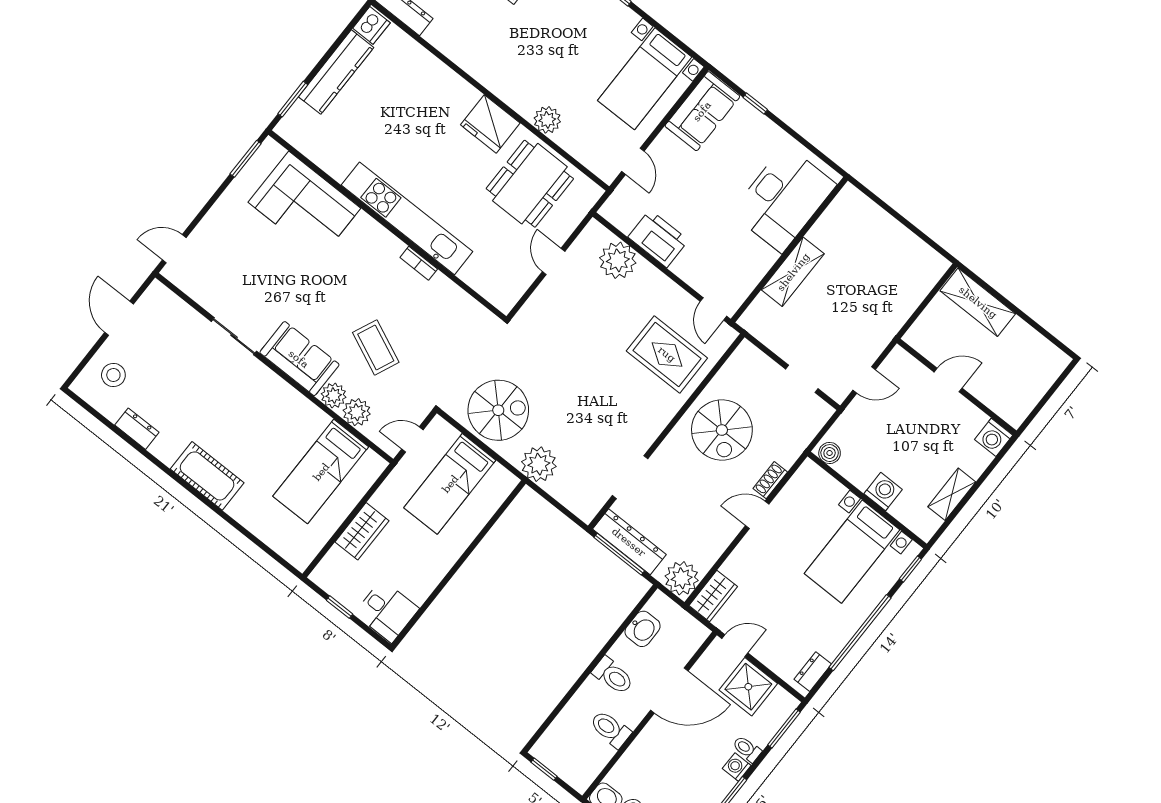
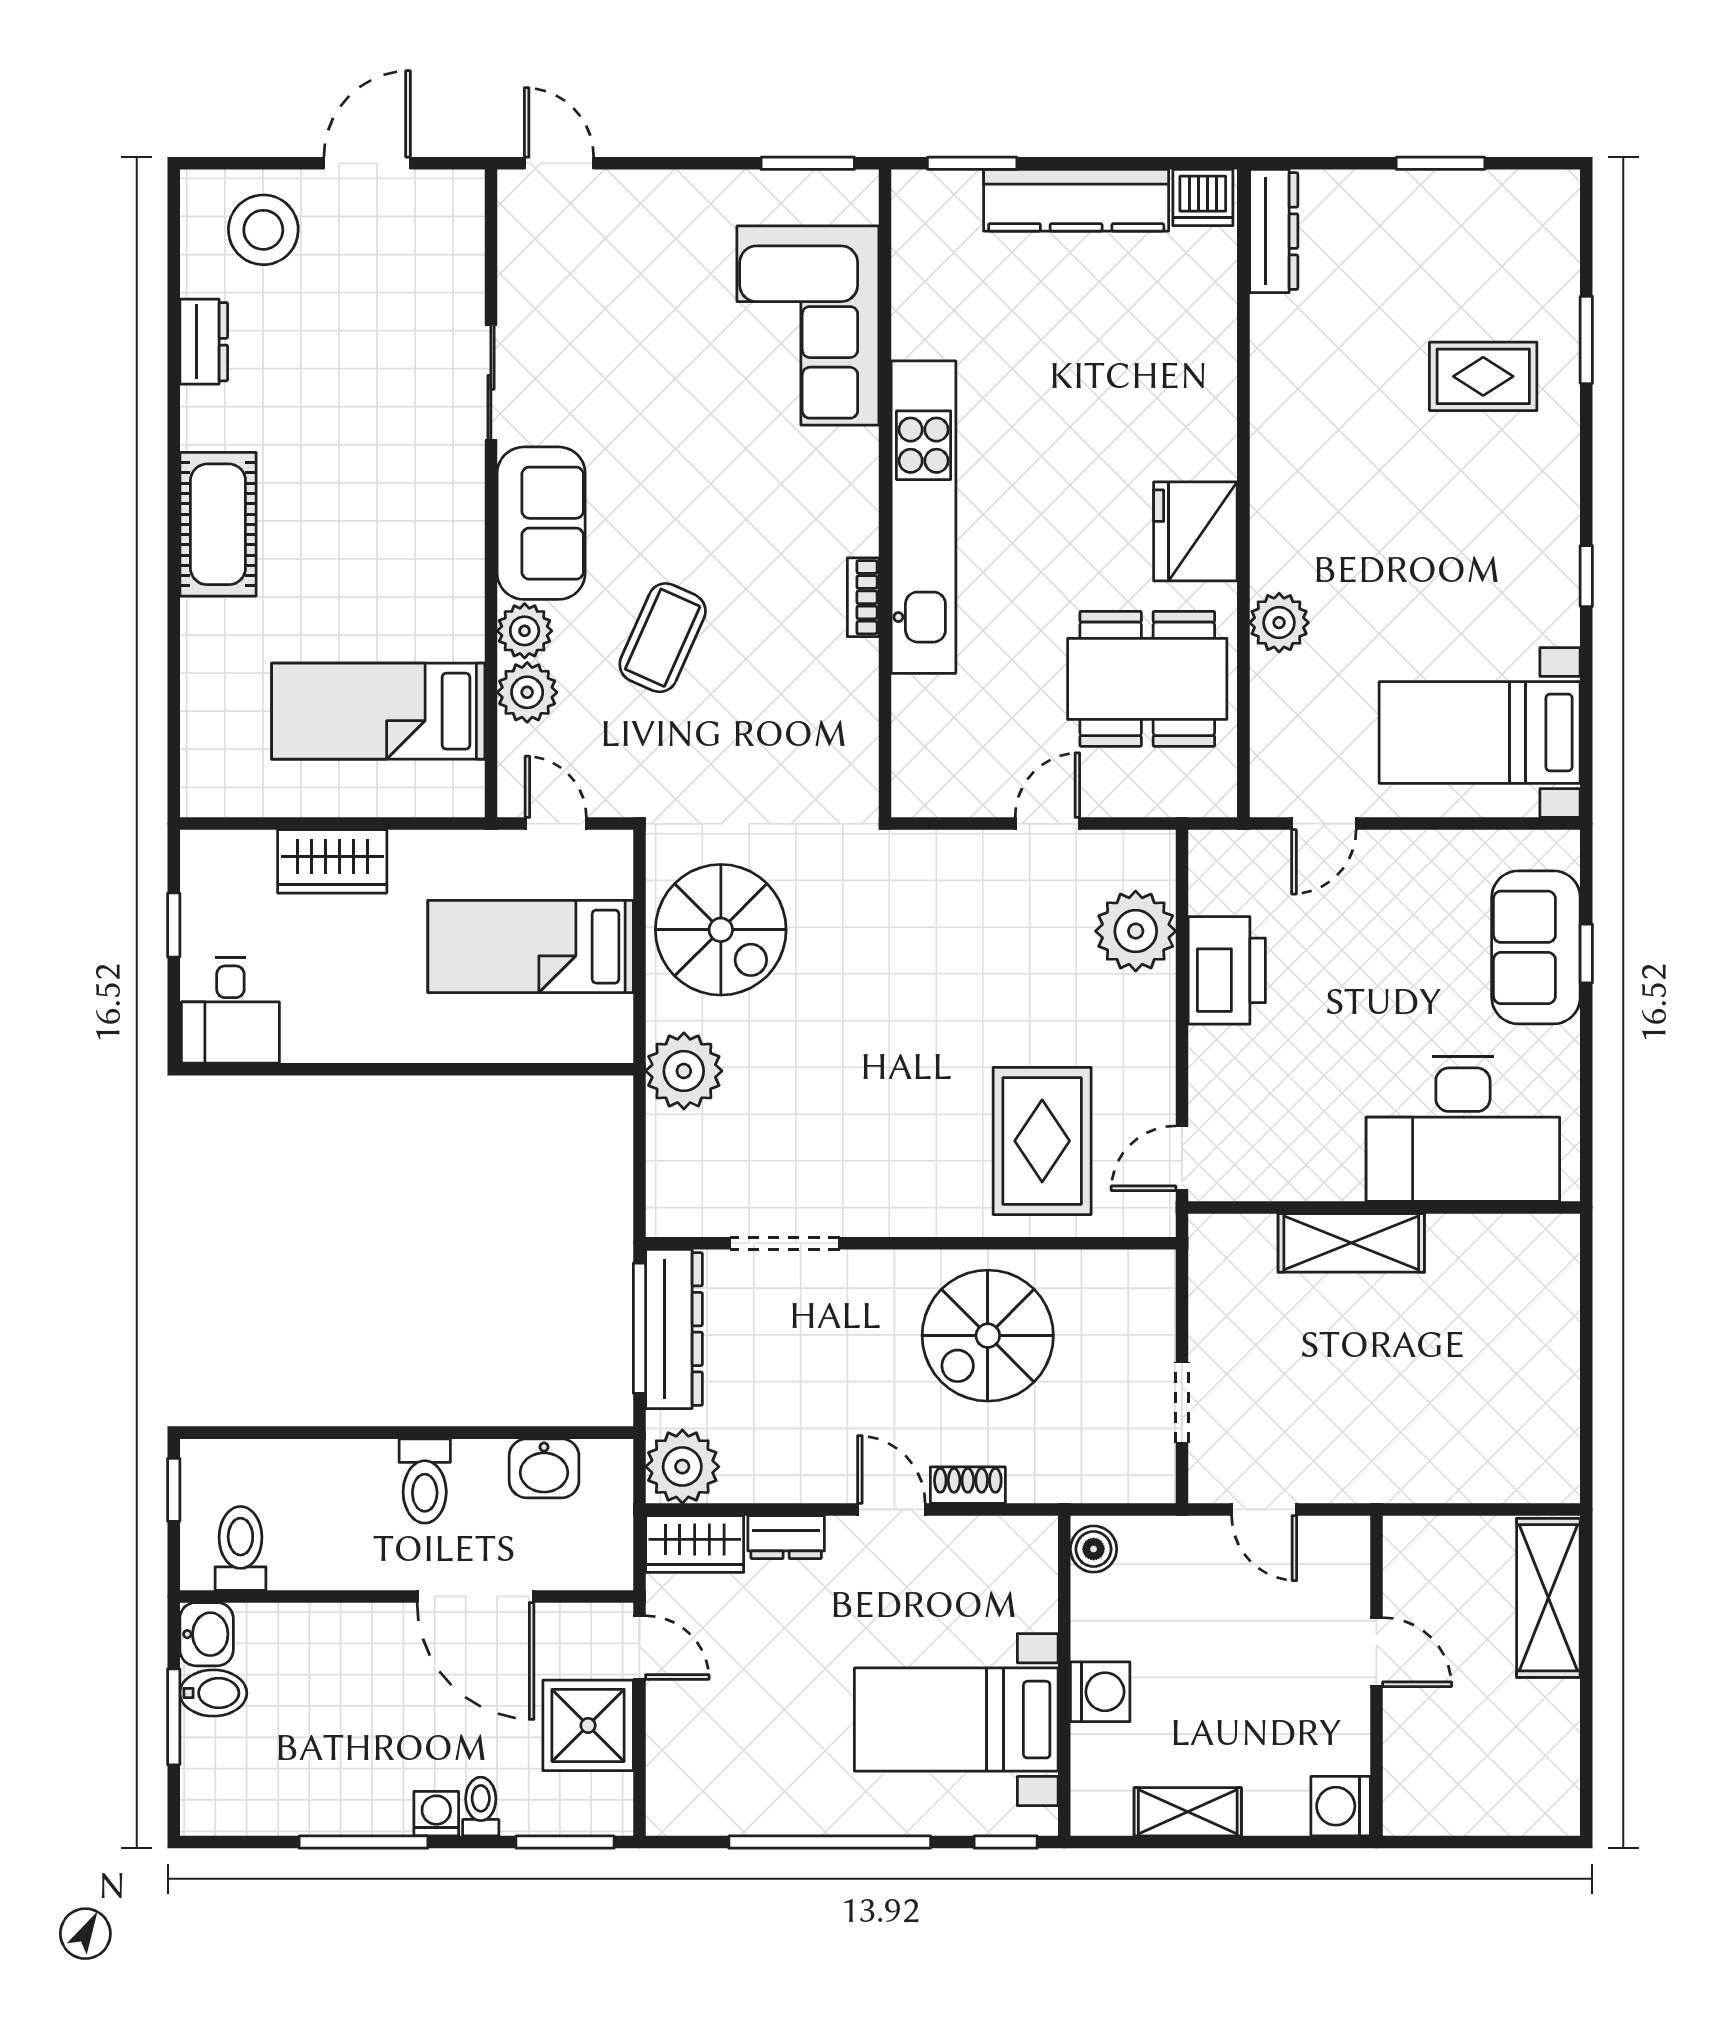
sofa: (702, 111) -> (1536, 947), moved, turned 90
stool: (113, 375) -> (263, 230), width x1.38, depth x1.38
dresser: (813, 672) -> (786, 1537), moved, turned 180
toilet: (610, 729) -> (240, 1548), moved

